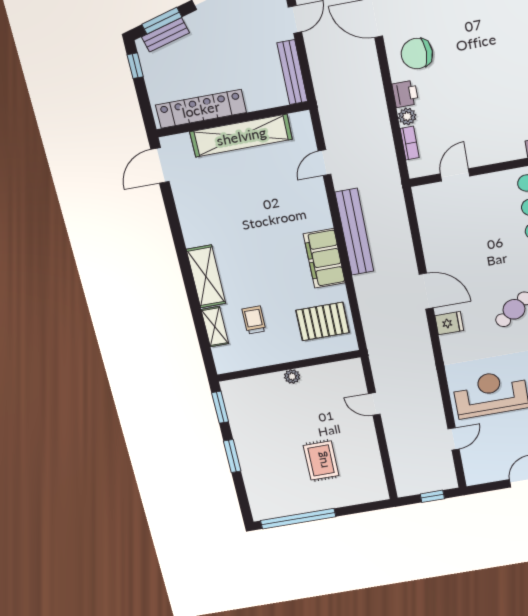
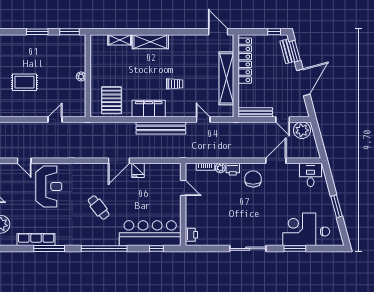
trolley: (254, 320) -> (175, 84), moved
fridge: (449, 323) -> (138, 170), moved

